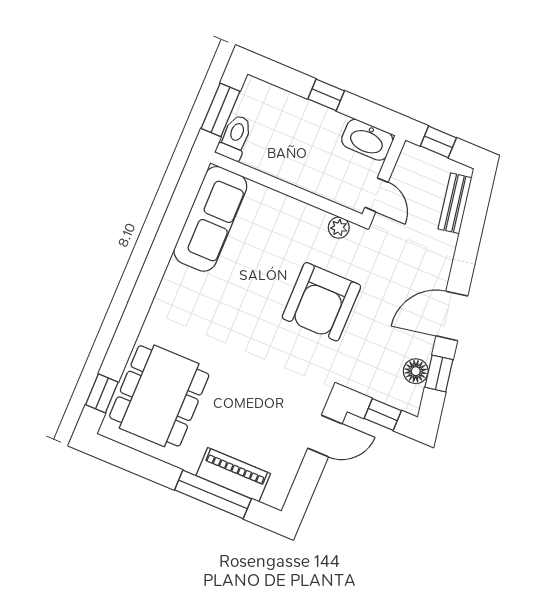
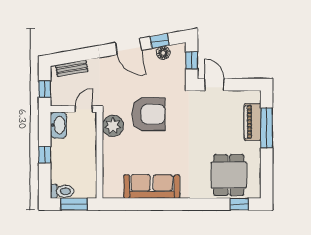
toilet: (235, 138) -> (62, 191), moved, turned 180
sofa: (210, 219) -> (152, 186), moved
plant: (339, 228) -> (113, 126), width x1.87, depth x1.87
dining table: (159, 396) -> (229, 175), width x0.73

